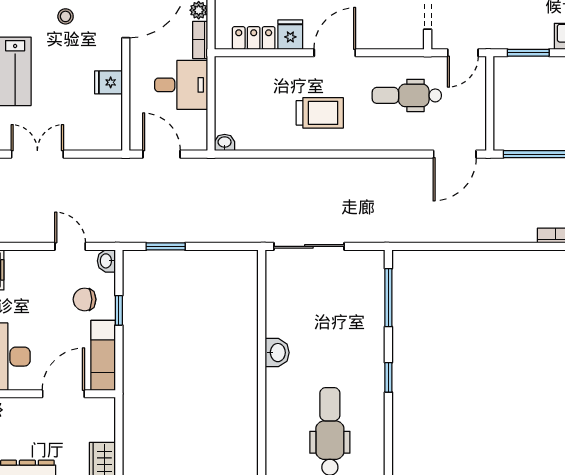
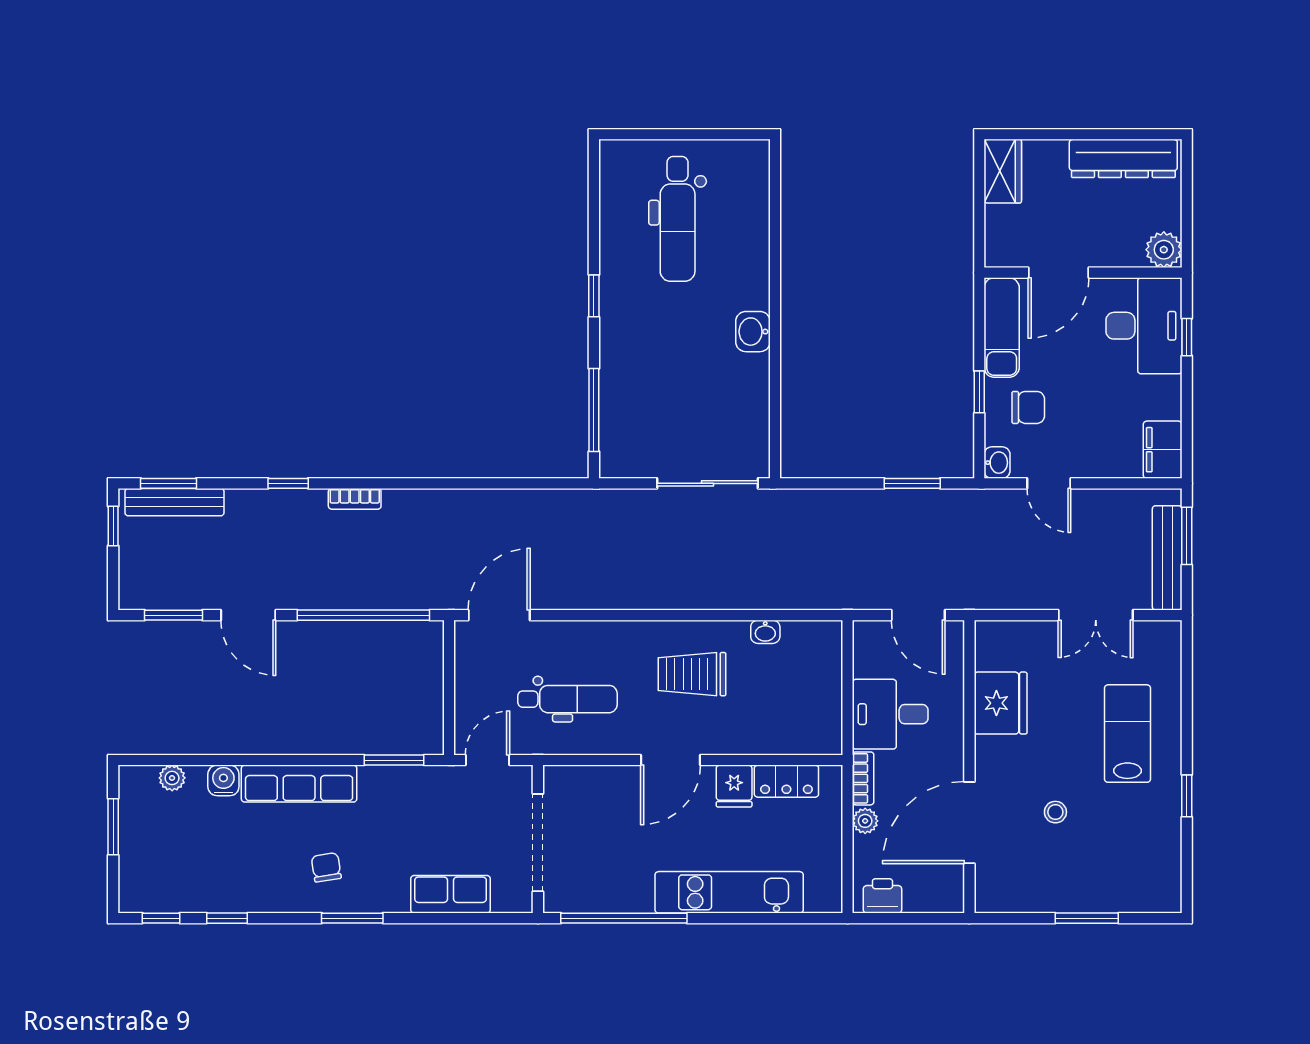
fridge: (109, 82) -> (1001, 703), width x1.88, depth x1.34
washbasin: (225, 143) -> (765, 632), moved

